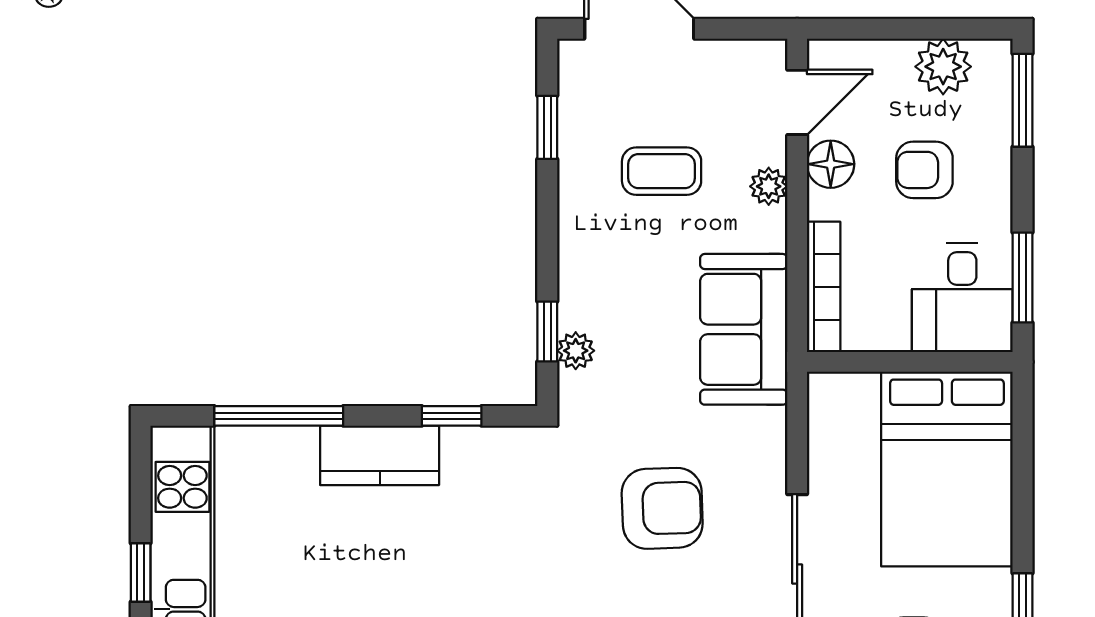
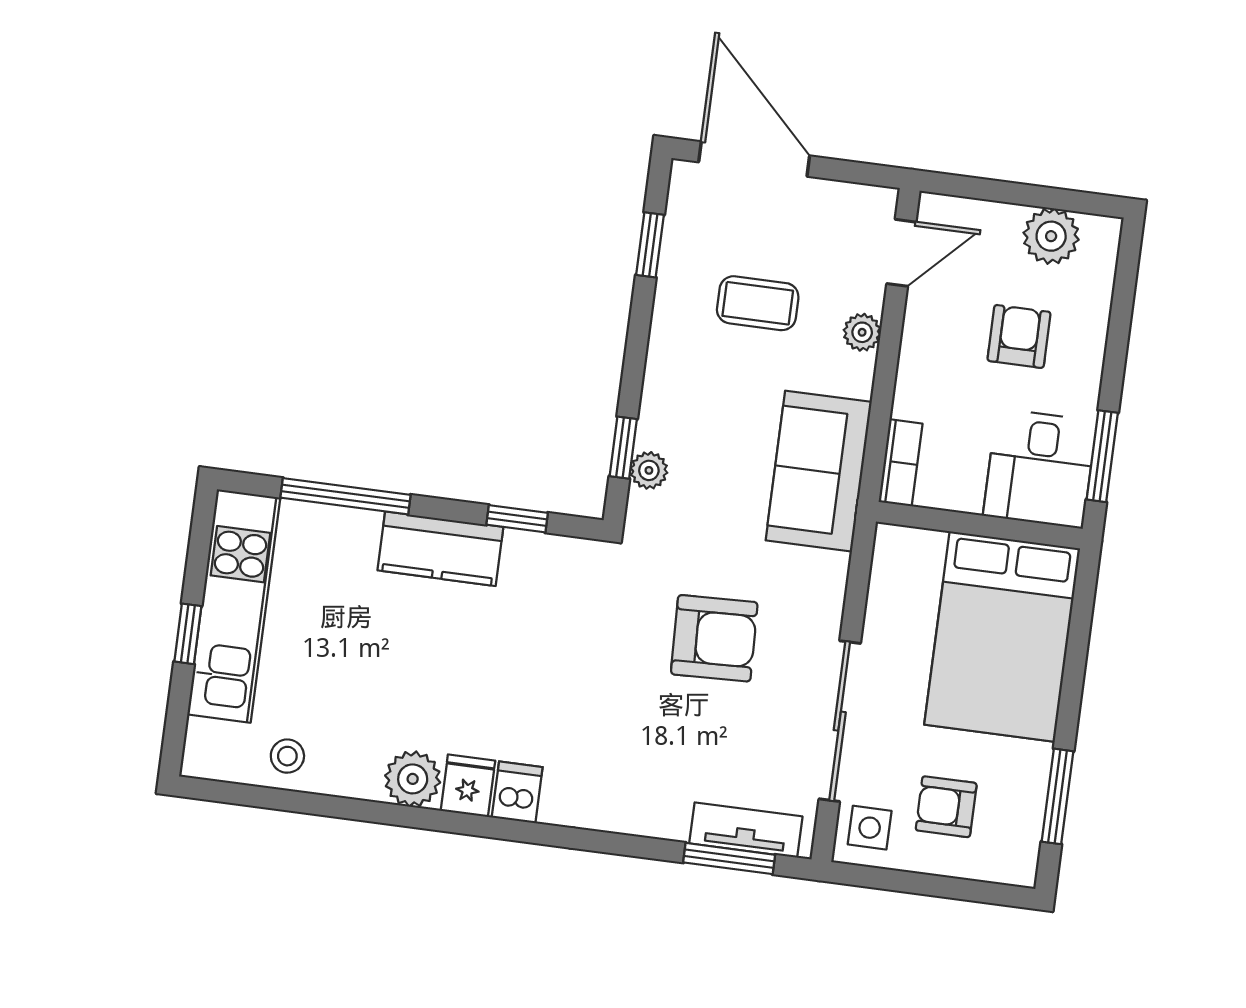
window: (1022, 100) -> (1125, 280), removed
floor lamp: (831, 164) -> (927, 318), removed
armchair: (924, 170) -> (1019, 336), turned 90
bookcase: (824, 287) -> (900, 463), width x0.64

